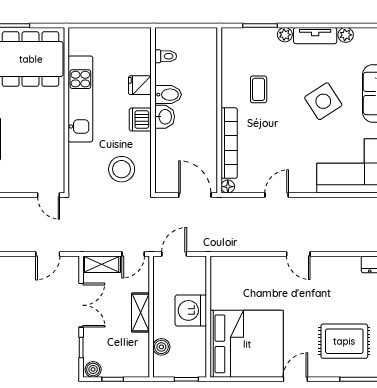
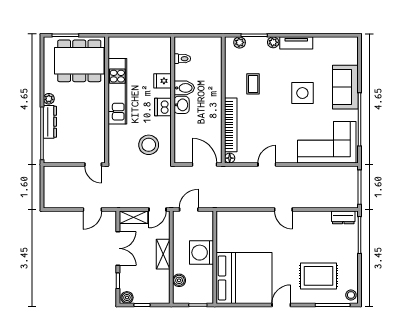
plant: (346, 35) -> (240, 42), moved
side table: (323, 101) -> (302, 93), turned 33

